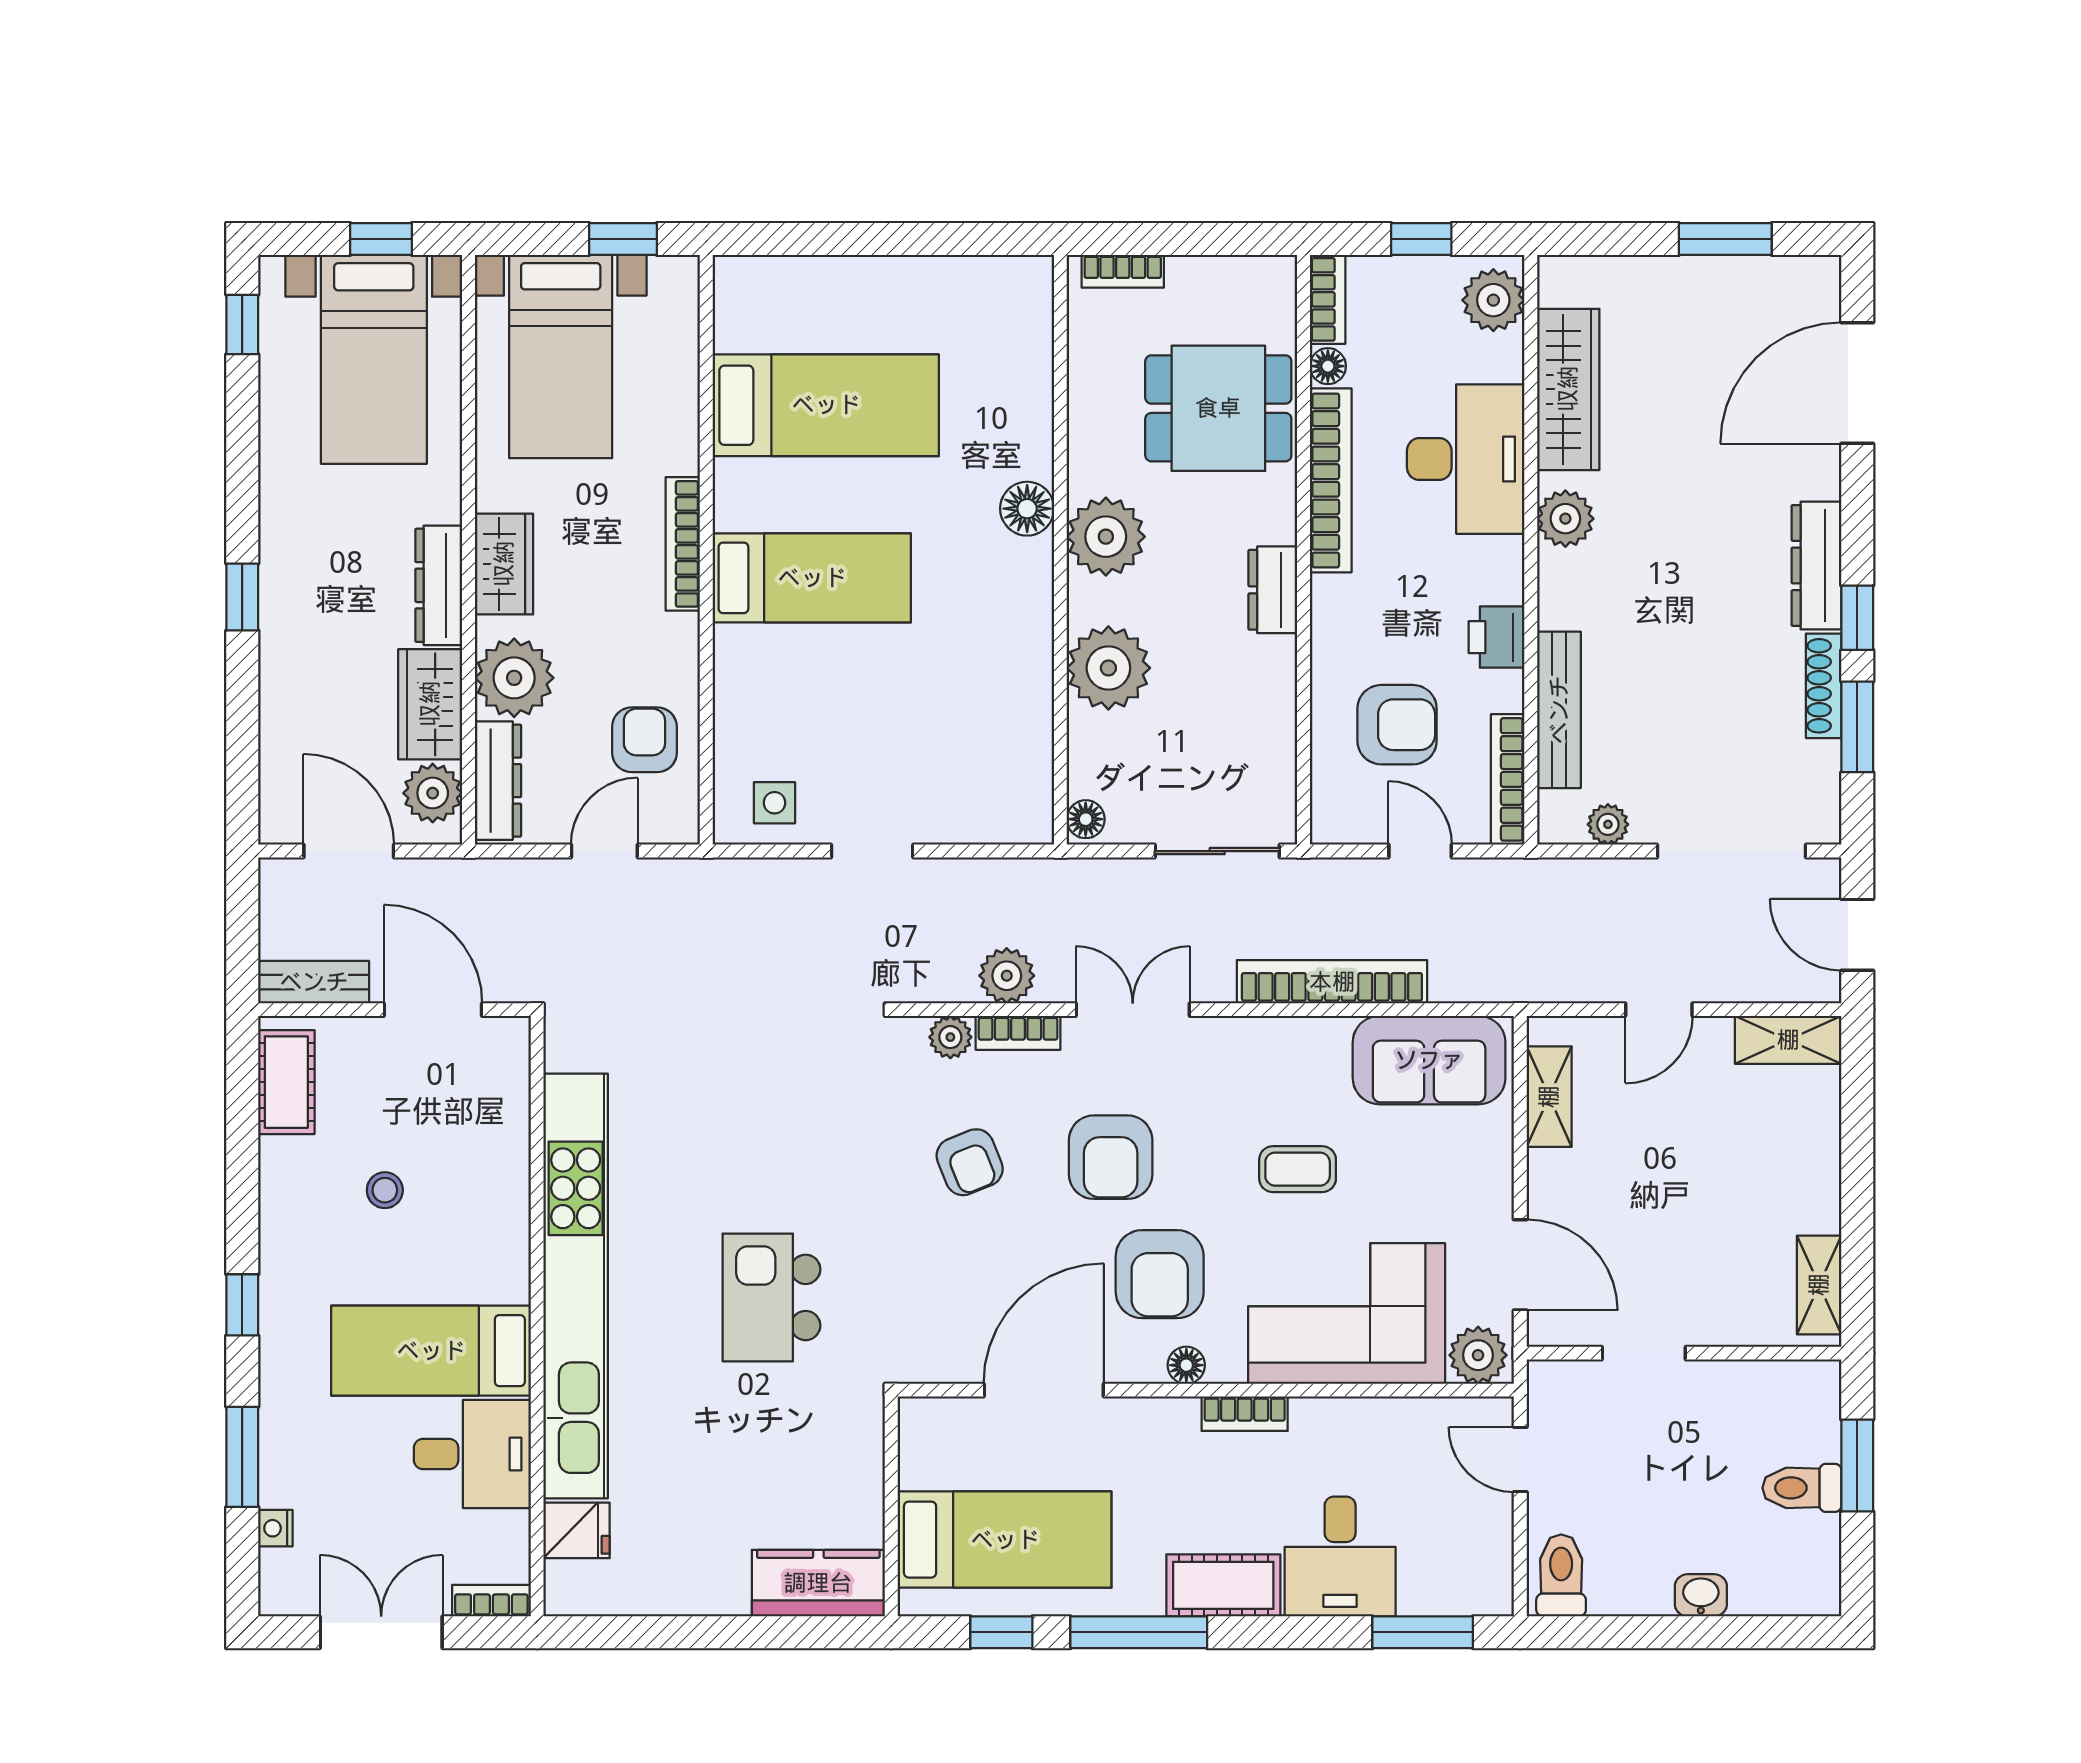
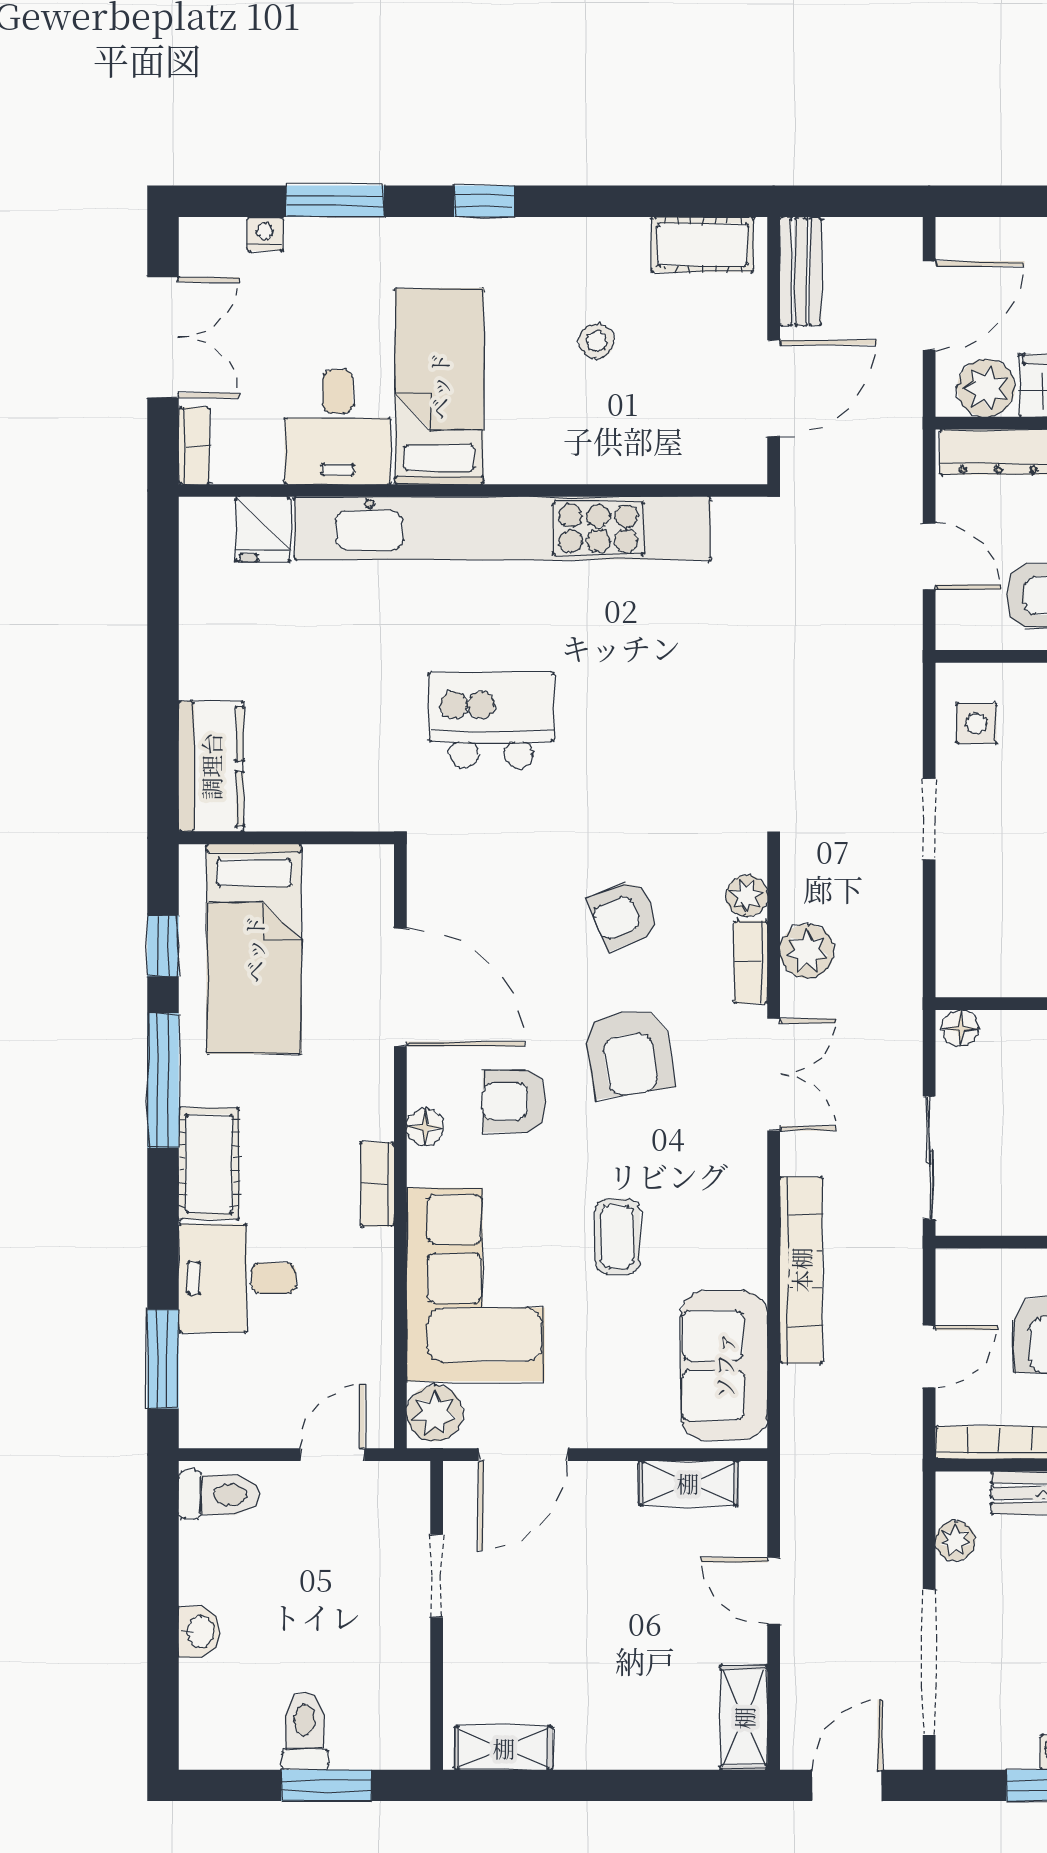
armchair: (1111, 1157) -> (629, 1053), turned -99
armchair: (1160, 1274) -> (514, 1101), width x0.72, depth x0.72

